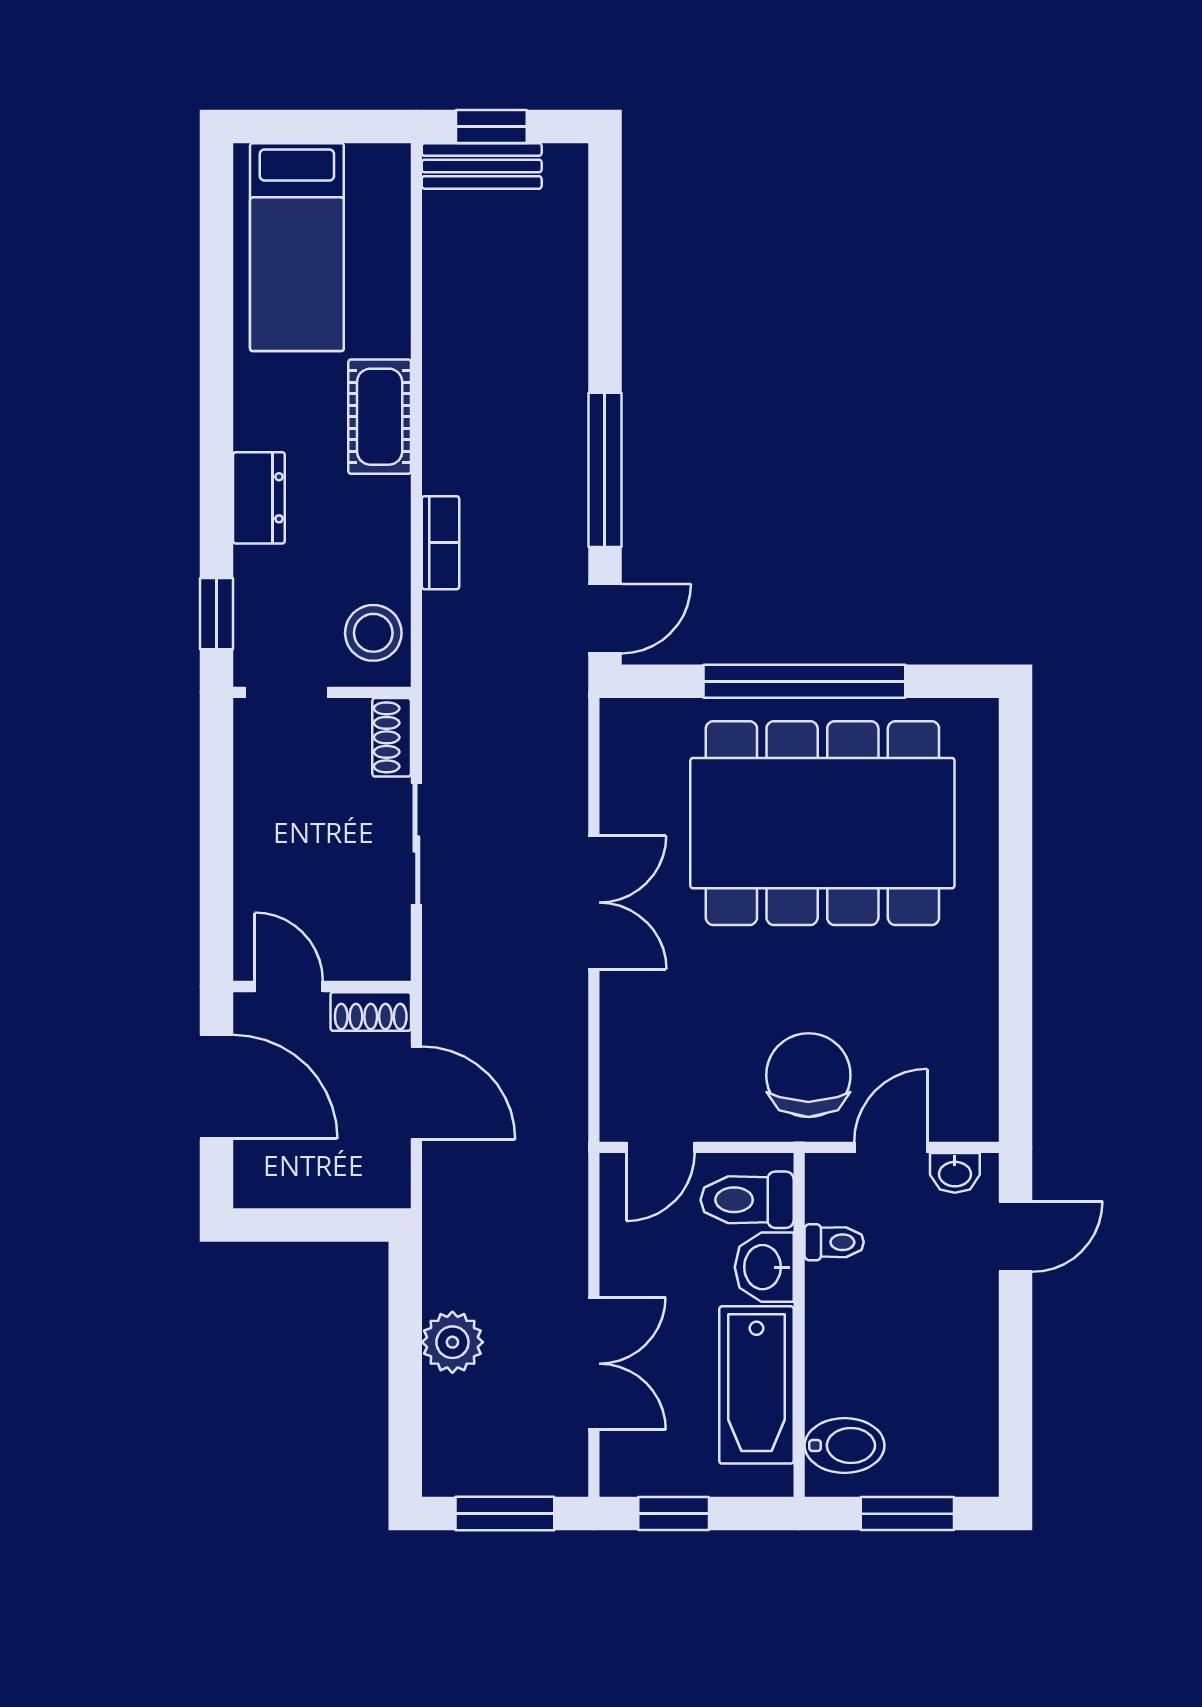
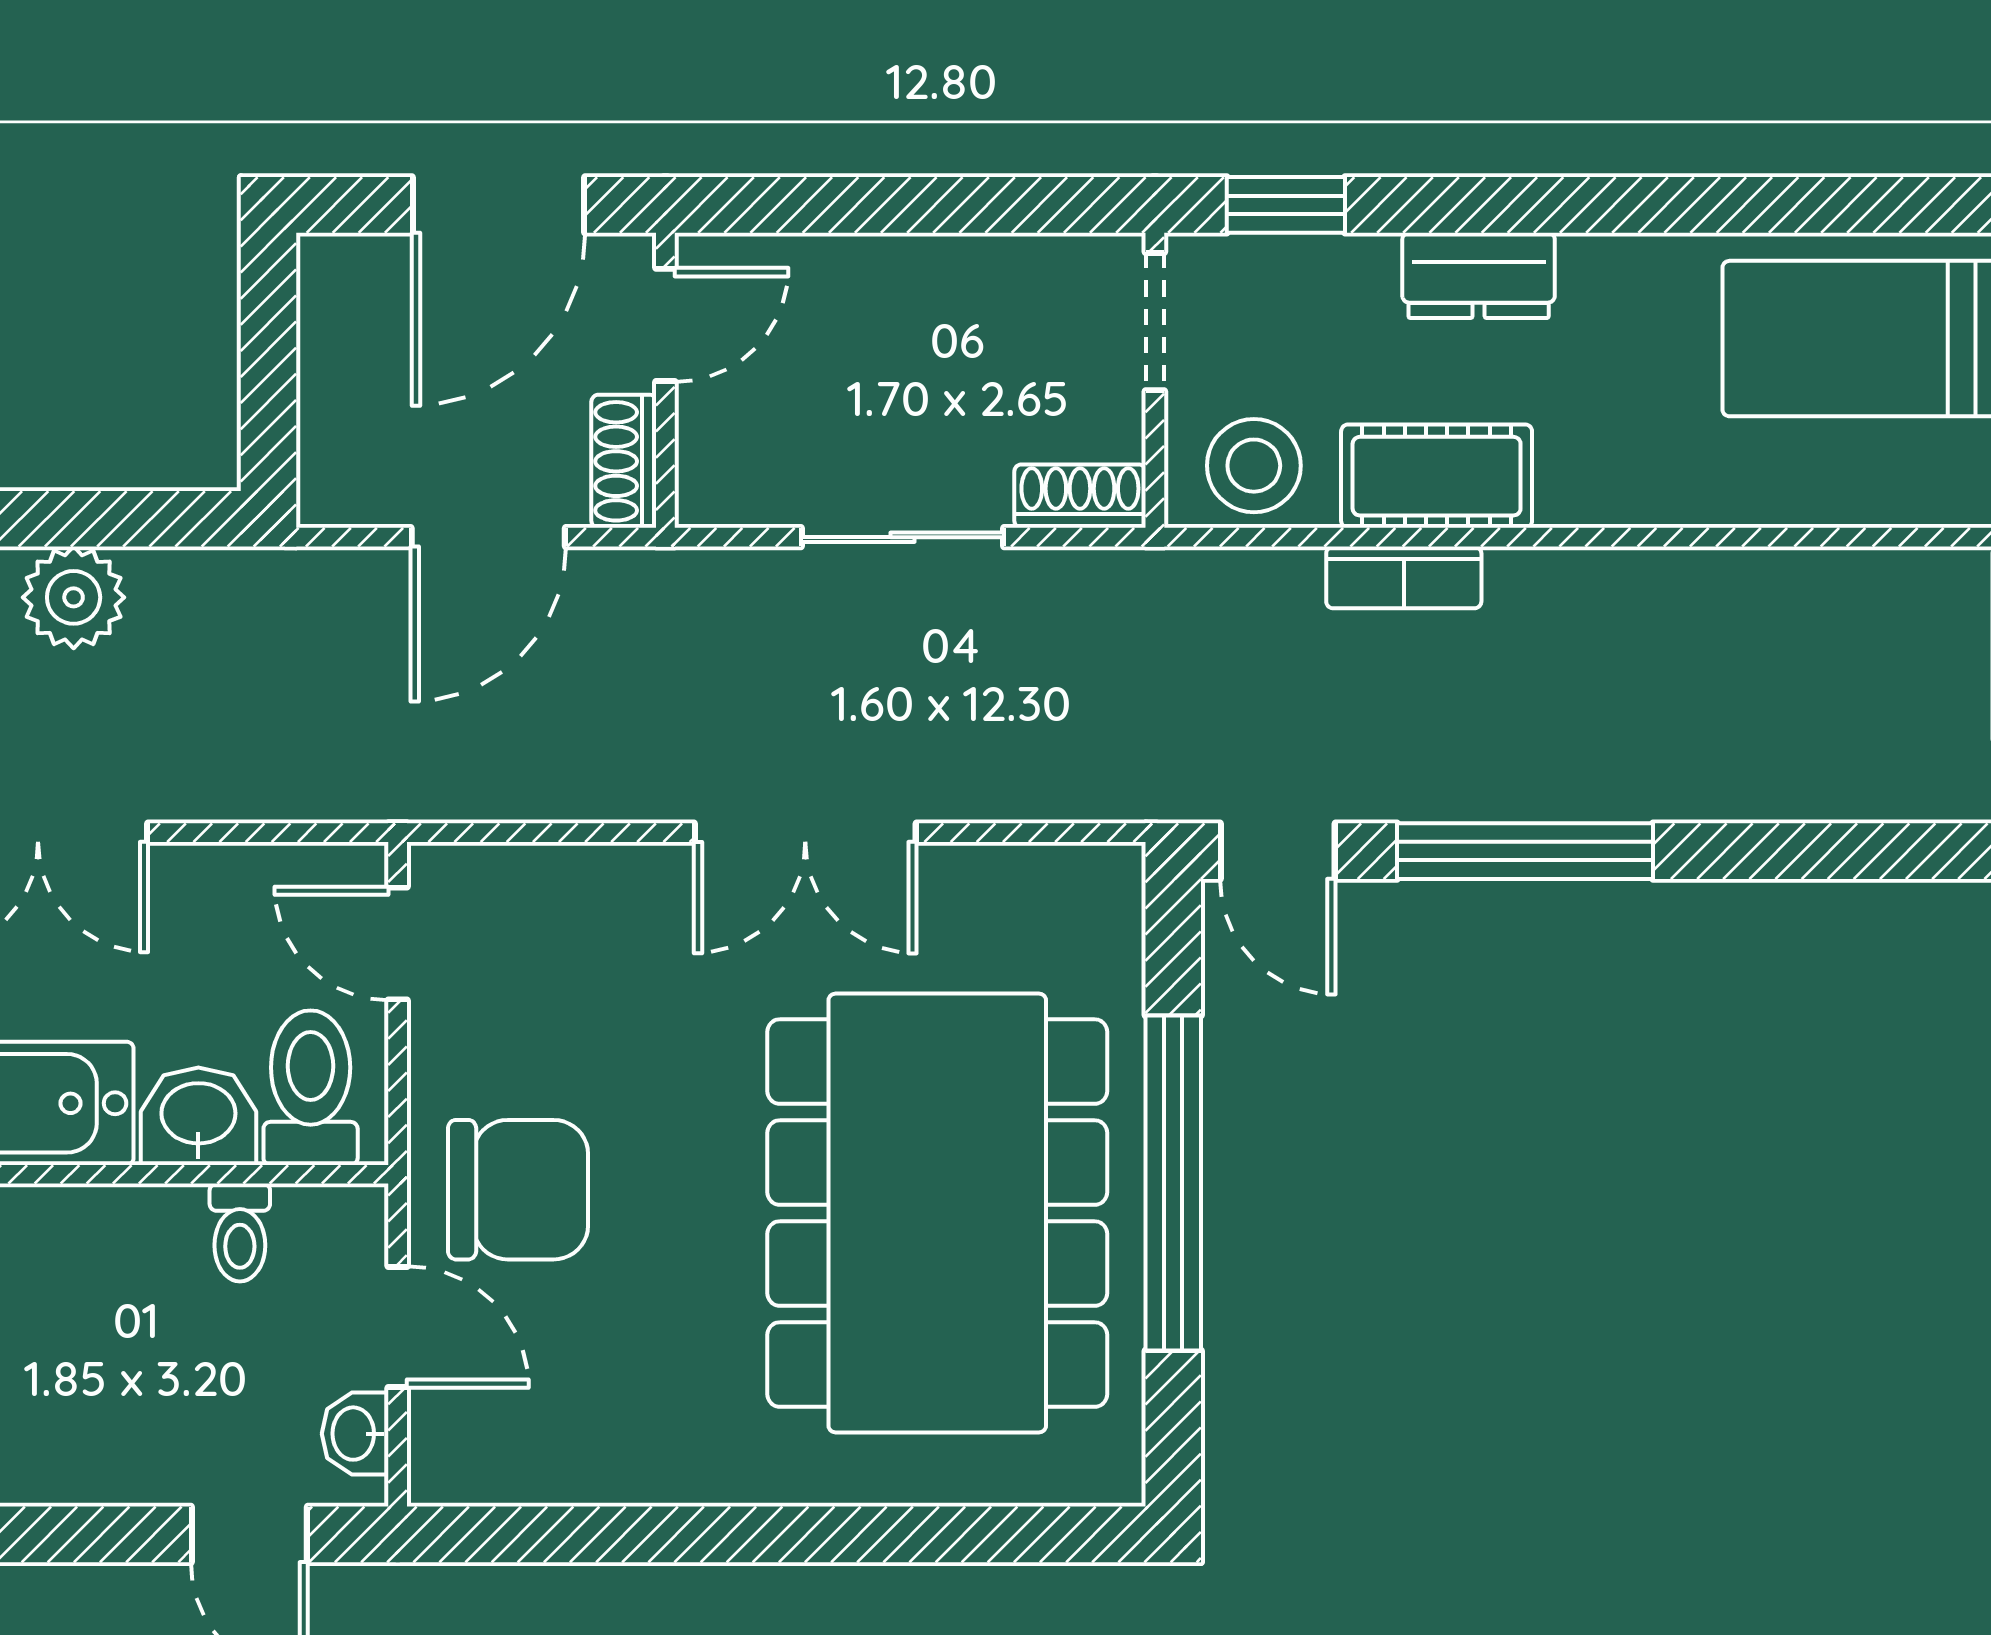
cot: (380, 417) -> (1437, 476), moved

